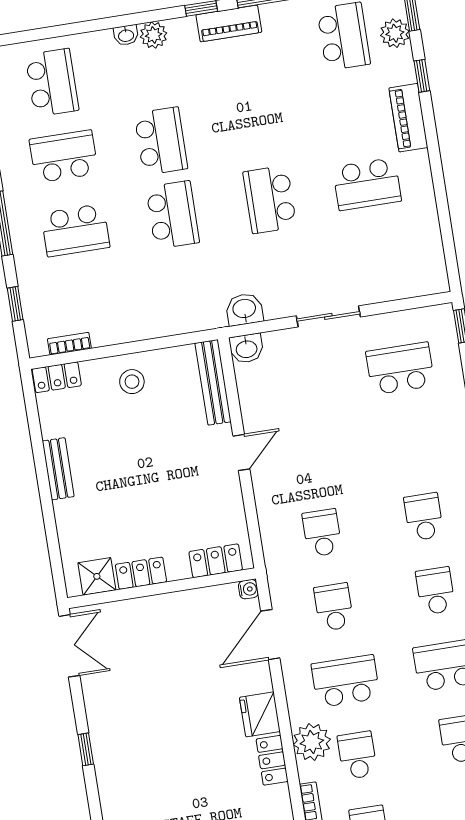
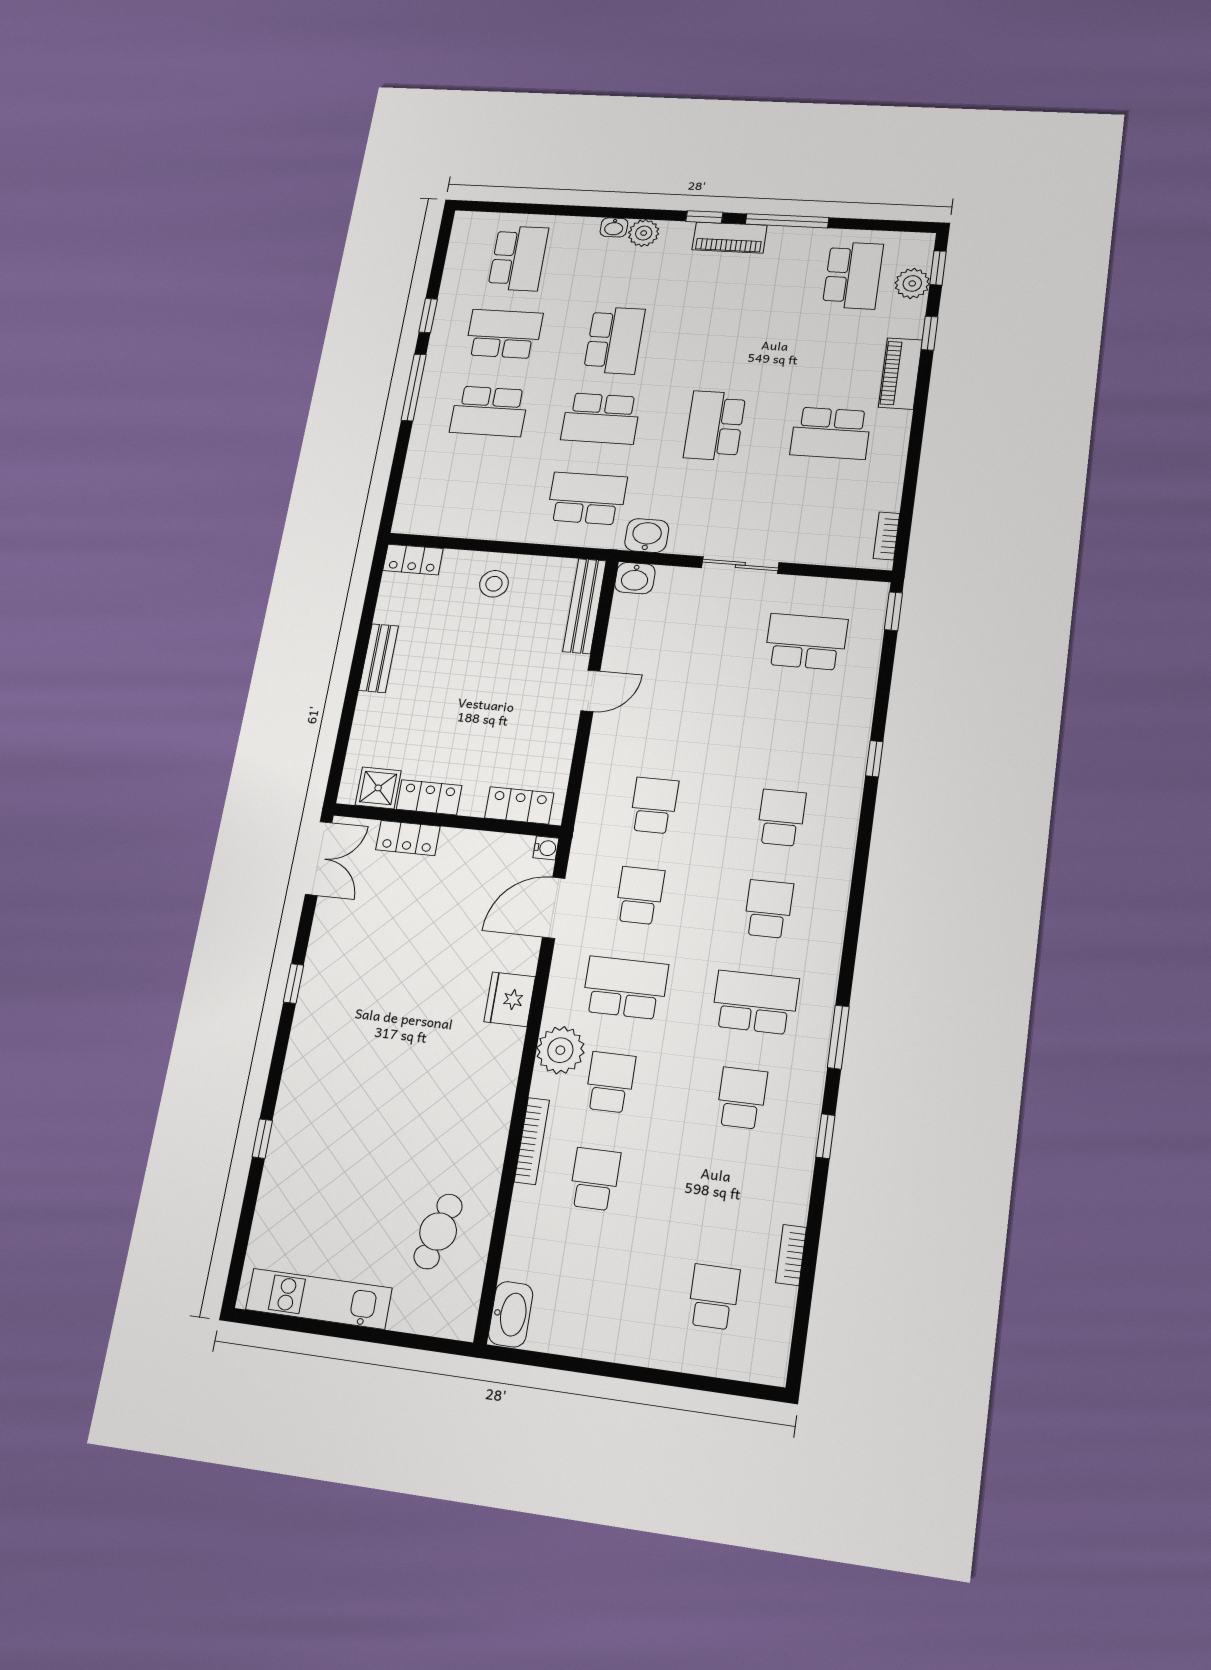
school desk: (173, 215) -> (601, 418), turned 90
school desk: (184, 289) -> (587, 498), added
window: (15, 304) -> (396, 473), removed
bookcase: (69, 344) -> (886, 536), moved, turned -90
locker: (272, 760) -> (408, 838), moved, turned -90

